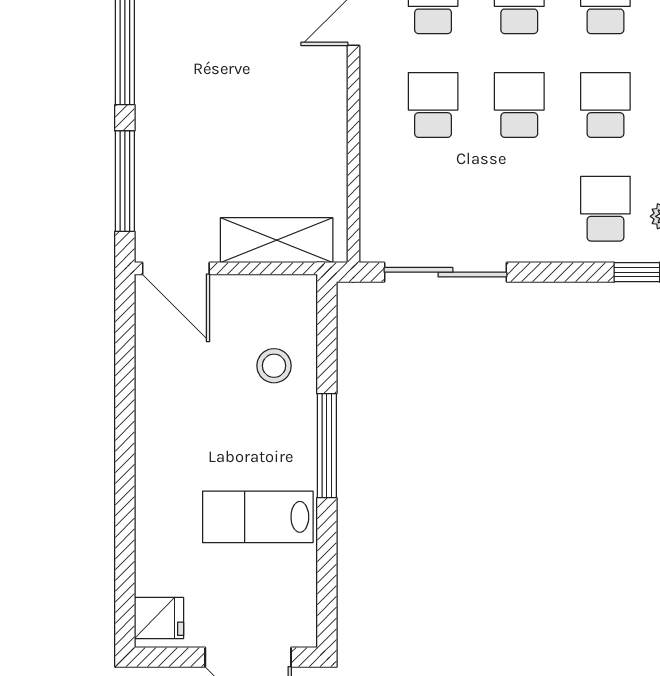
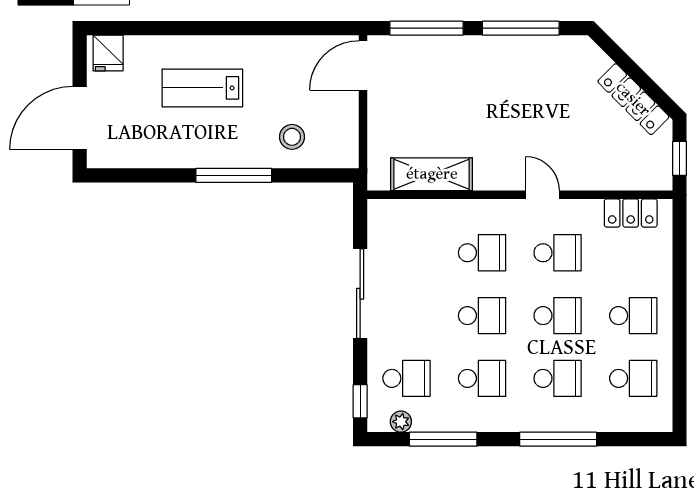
shelving: (277, 240) -> (432, 174), moved, turned 90
sliding door: (445, 272) -> (360, 294), moved
lab bench: (258, 517) -> (202, 88), moved, turned -90

